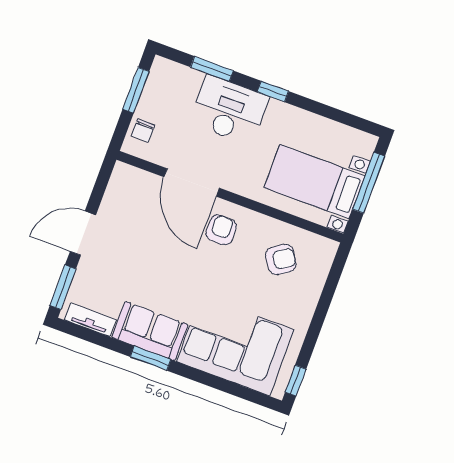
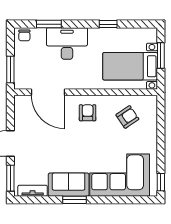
window: (136, 90) -> (10, 70), moved
window: (273, 91) -> (108, 24), moved
chair: (143, 130) -> (24, 35), moved
door: (192, 182) -> (48, 92), moved
window: (369, 183) -> (161, 55), width x0.69

